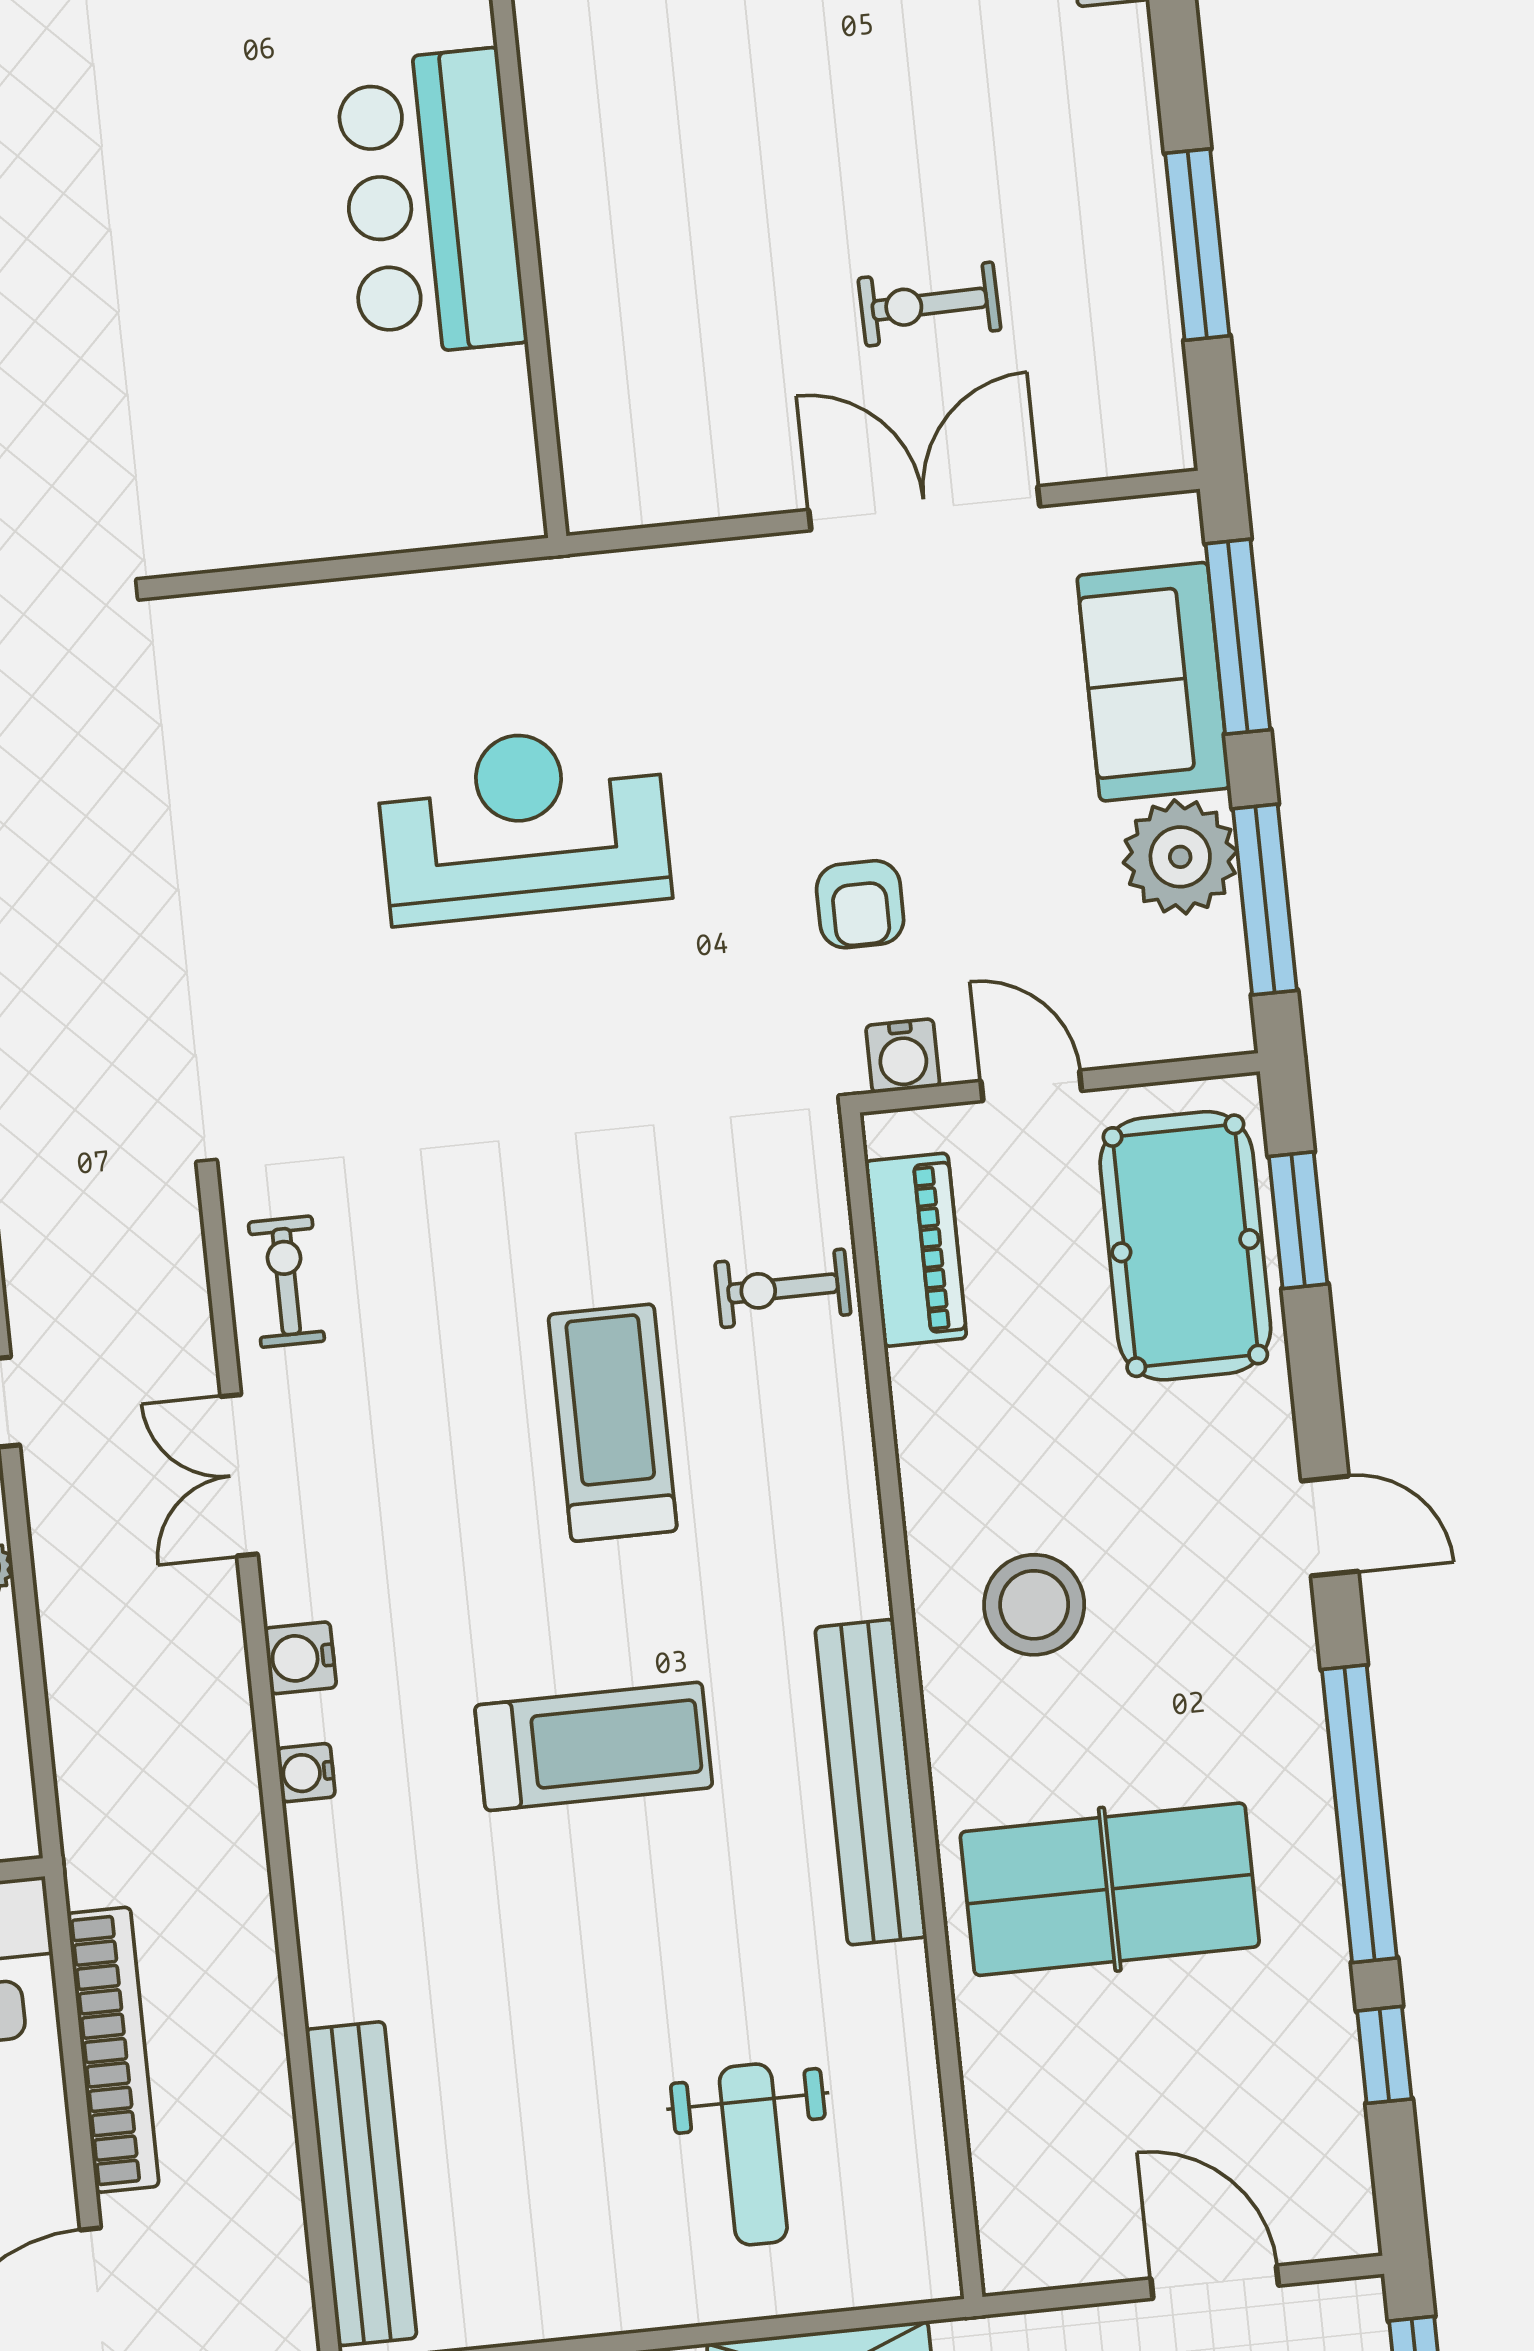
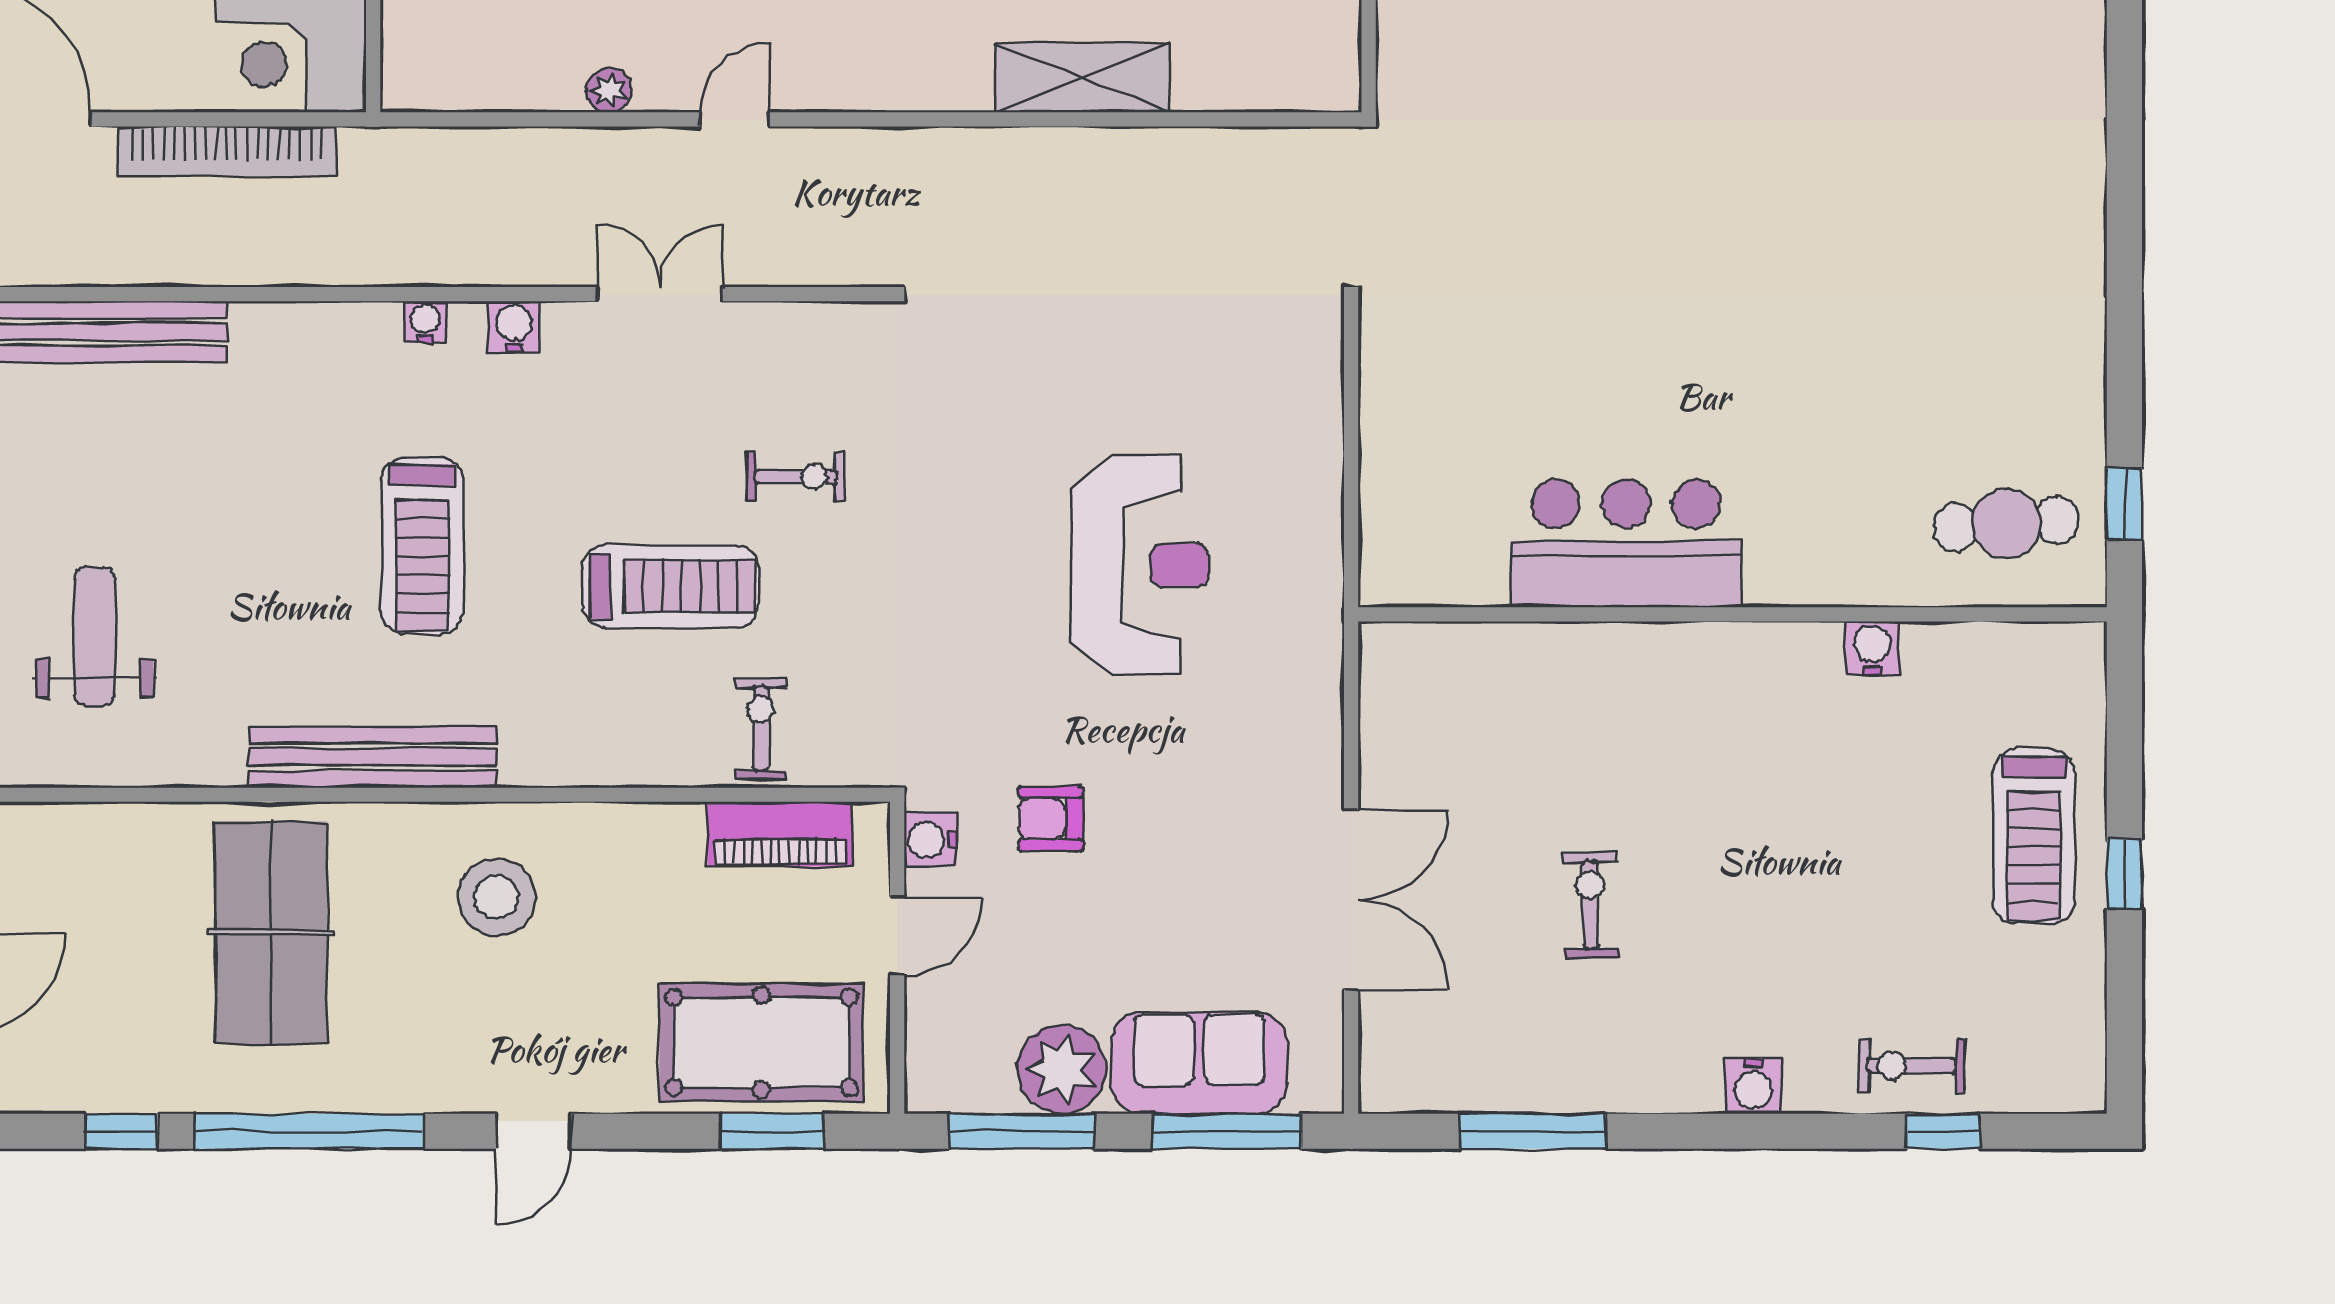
exercise bike: (929, 304) -> (1591, 905), moved
exercise bike: (286, 1282) -> (796, 477), moved
weight bench: (753, 2154) -> (95, 637), turned 90

